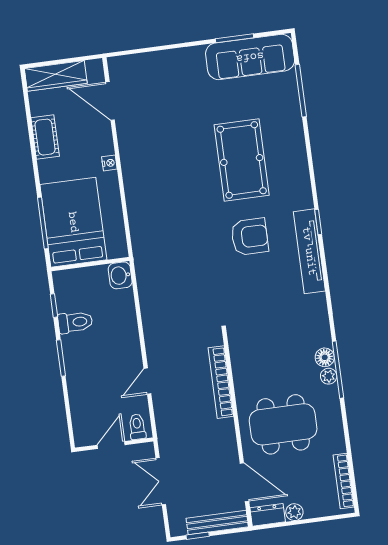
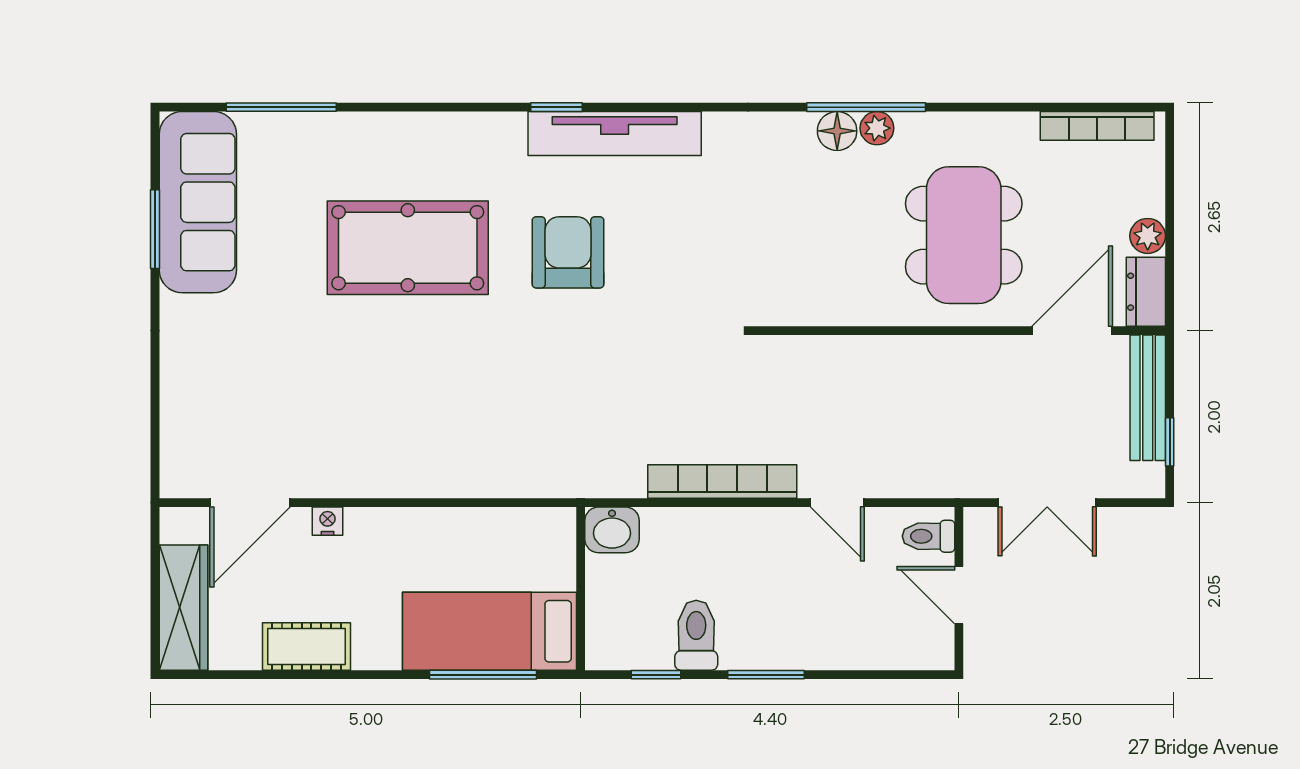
nightstand: (109, 163) -> (327, 521), moved
bed: (73, 222) -> (490, 631), width x0.67
bookcase: (221, 382) -> (722, 481), moved, turned 180

